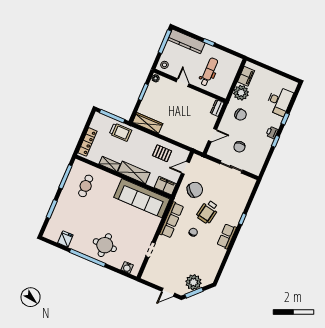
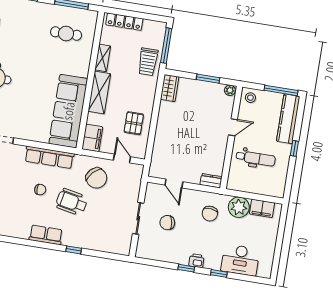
wardrobe: (148, 123) -> (170, 88), width x0.67

